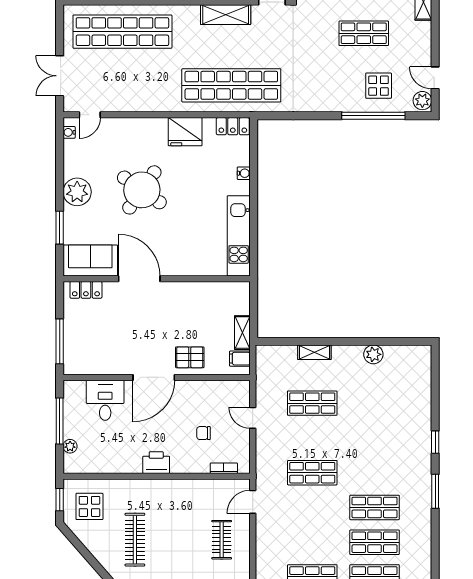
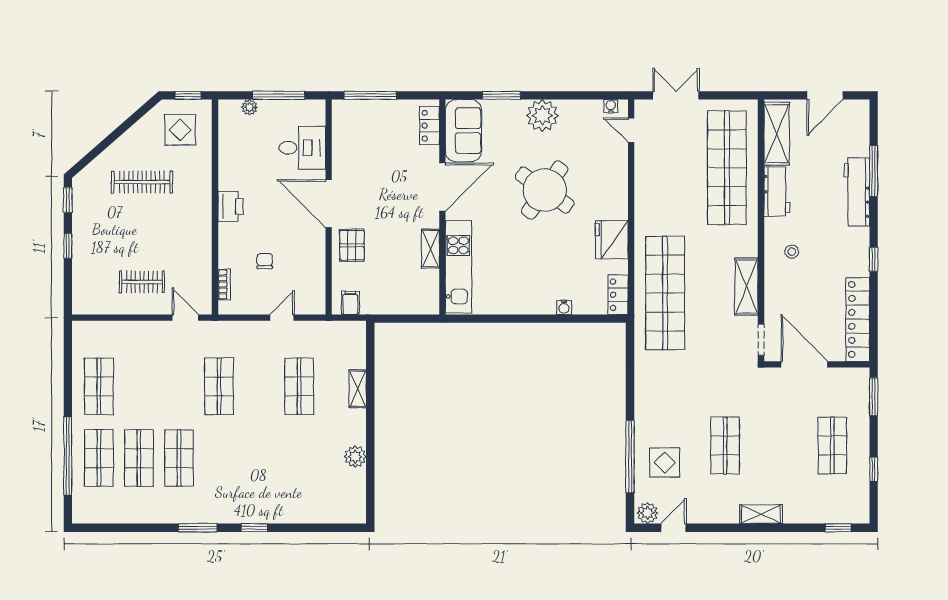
kitchen unit: (239, 236) -> (458, 267), moved, turned 90
shelving: (242, 333) -> (430, 249), moved, turned 90

